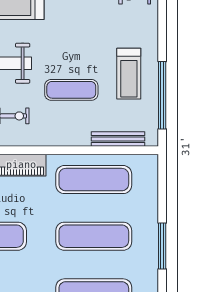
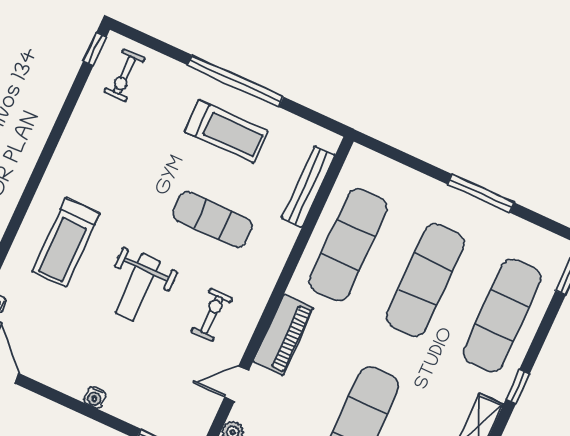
exercise mat: (71, 90) -> (212, 220), turned 90
window: (162, 95) -> (235, 81), moved

